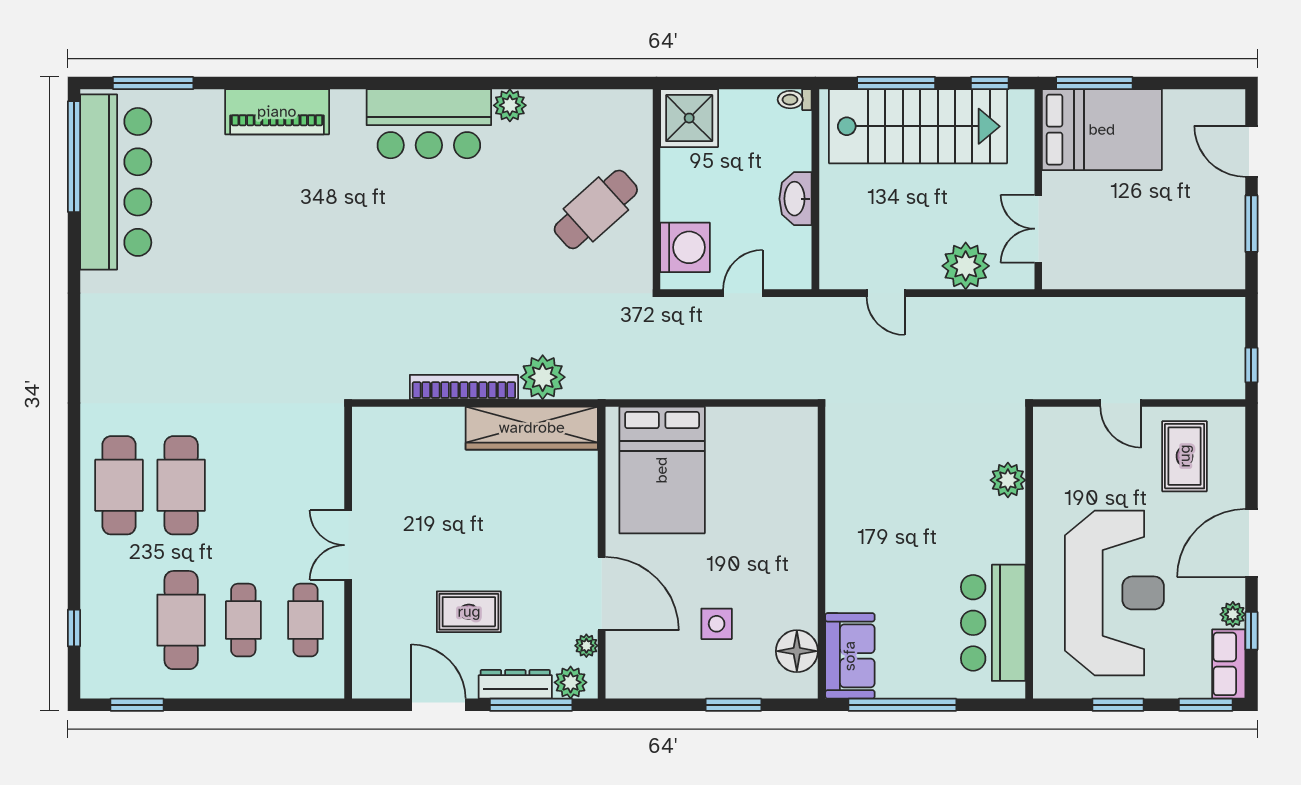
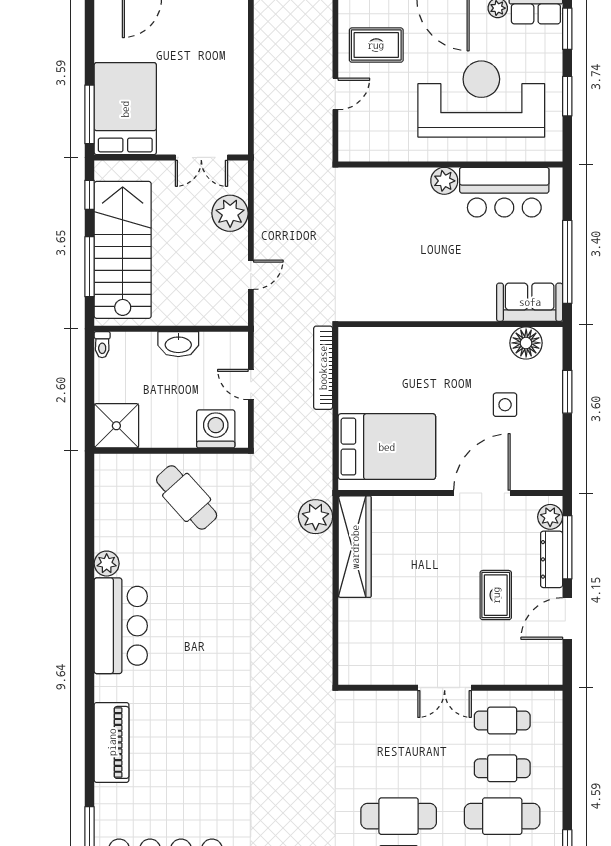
plant: (543, 377) -> (316, 517), moved
bookcase: (464, 387) -> (323, 368), moved
plant: (1008, 480) -> (444, 181), moved
plant: (586, 646) -> (522, 505), removed

